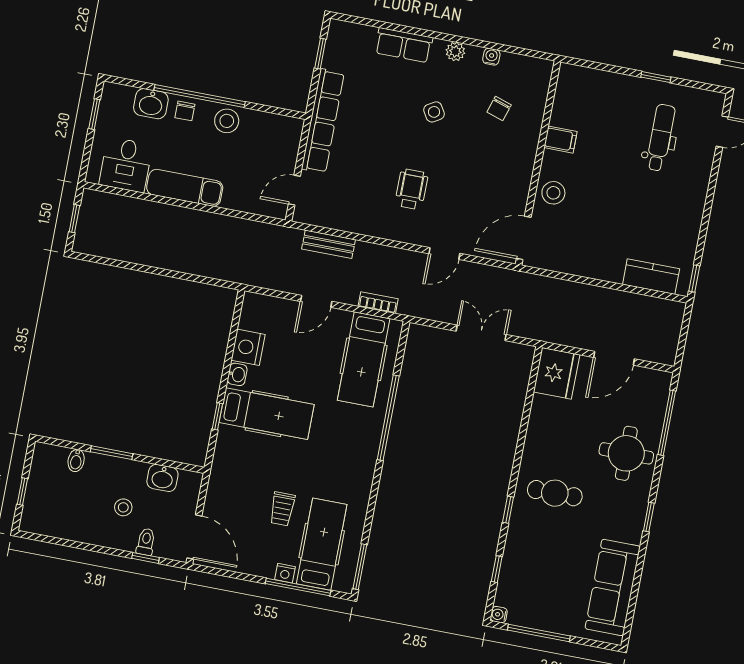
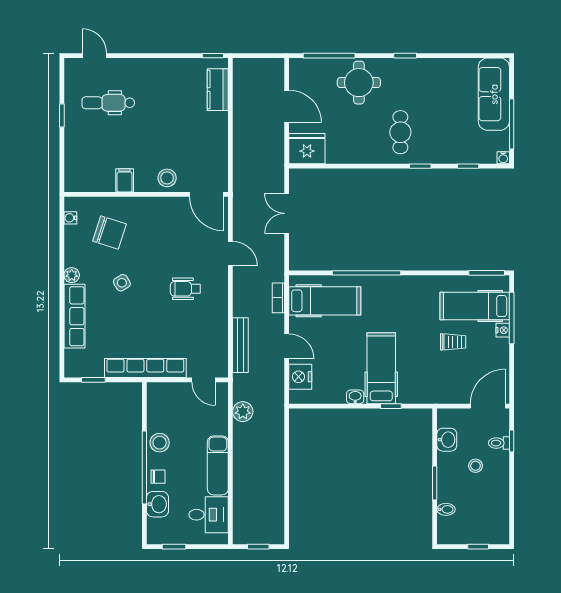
row of seats: (404, 45) -> (74, 316), width x1.48
water cooler: (491, 57) -> (70, 218), moved
chair: (499, 108) -> (110, 233), width x1.87, depth x1.87
plant: (246, 231) -> (243, 412), added
bench: (329, 244) -> (240, 345), width x1.36
nightstand: (248, 347) -> (300, 377), moved, turned 90
sofa: (613, 587) -> (494, 94), moved, turned 90

